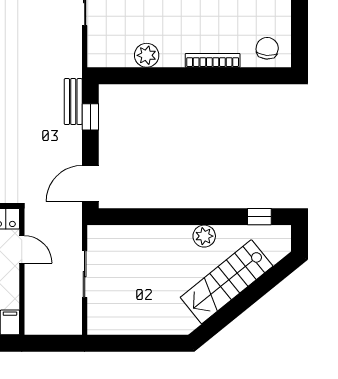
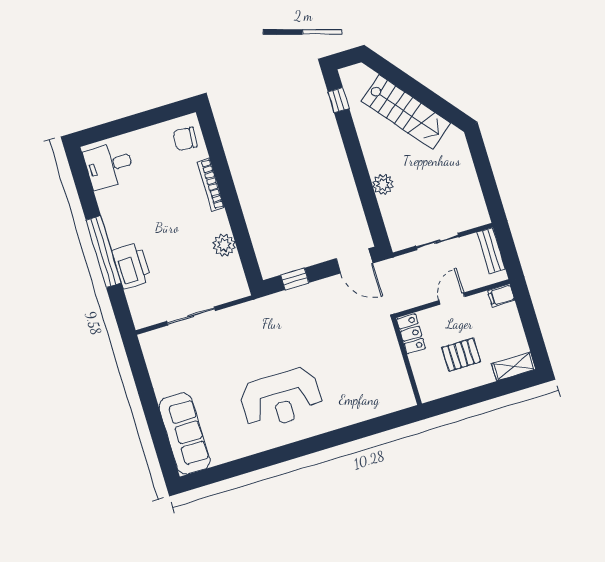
bench: (73, 102) -> (491, 250), moved, turned 90
plant: (204, 236) -> (383, 184), moved
door: (22, 249) -> (452, 299), moved

